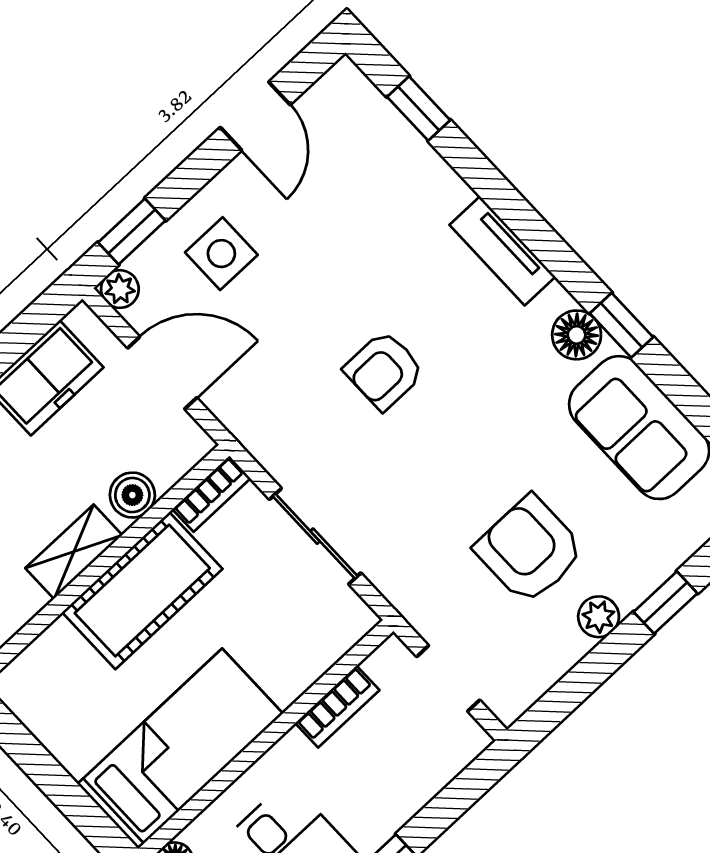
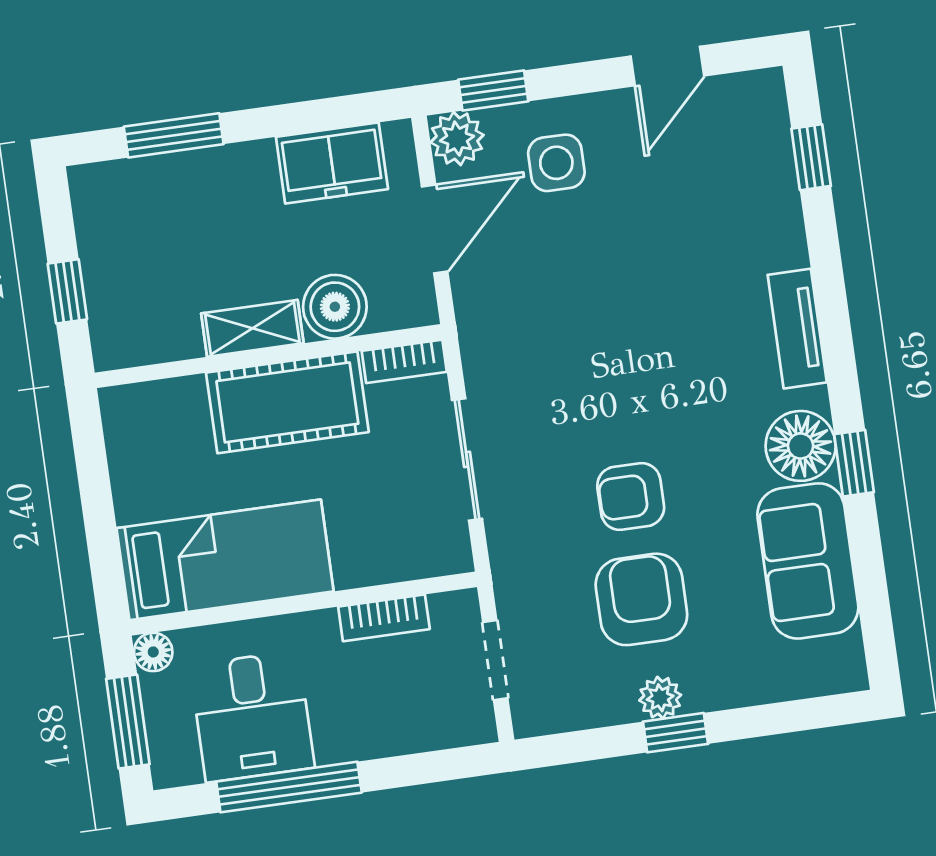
plant: (120, 289) -> (457, 139), width x1.38, depth x1.38
floor lamp: (577, 335) -> (801, 446), width x1.38, depth x1.38
armchair: (384, 370) -> (631, 496), moved
door: (162, 373) -> (435, 229), hinge flipped
boiler: (132, 495) -> (335, 307), width x1.36, depth x1.36
window: (666, 603) -> (676, 733), moved

